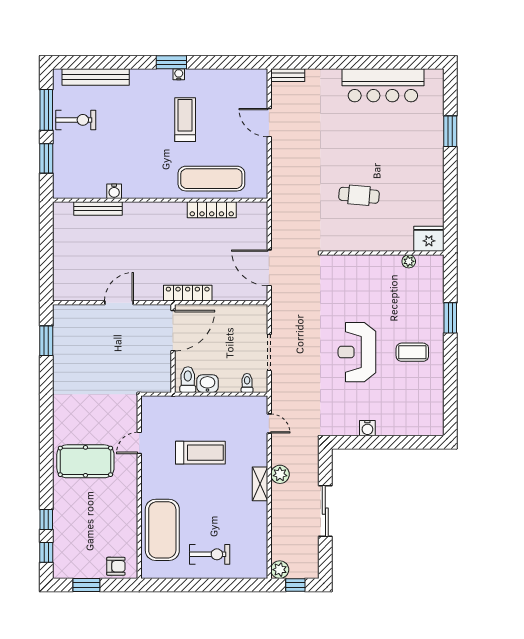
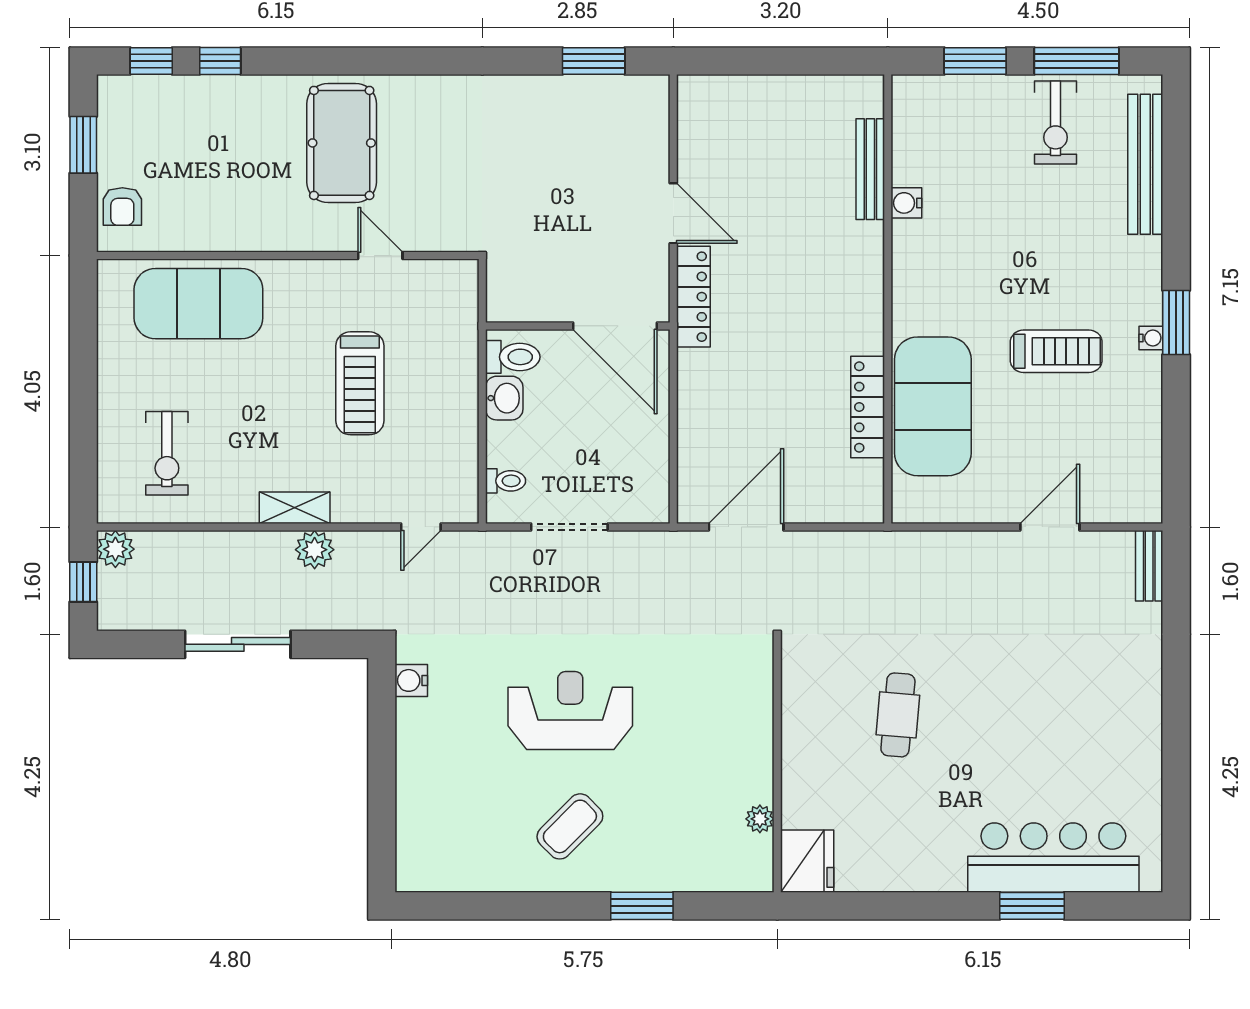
bar counter: (383, 85) -> (1053, 858), moved, turned 90
exercise mat: (211, 179) -> (933, 406), width x1.47
locker: (188, 293) -> (693, 297), moved
coffee table: (412, 352) -> (570, 826), turned 45
water cooler: (367, 428) -> (411, 680), moved
exercise bike: (210, 554) -> (167, 453), moved

